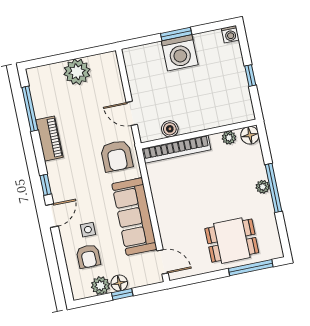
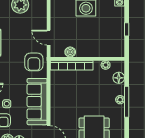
floor lamp: (250, 135) -> (119, 78), moved

